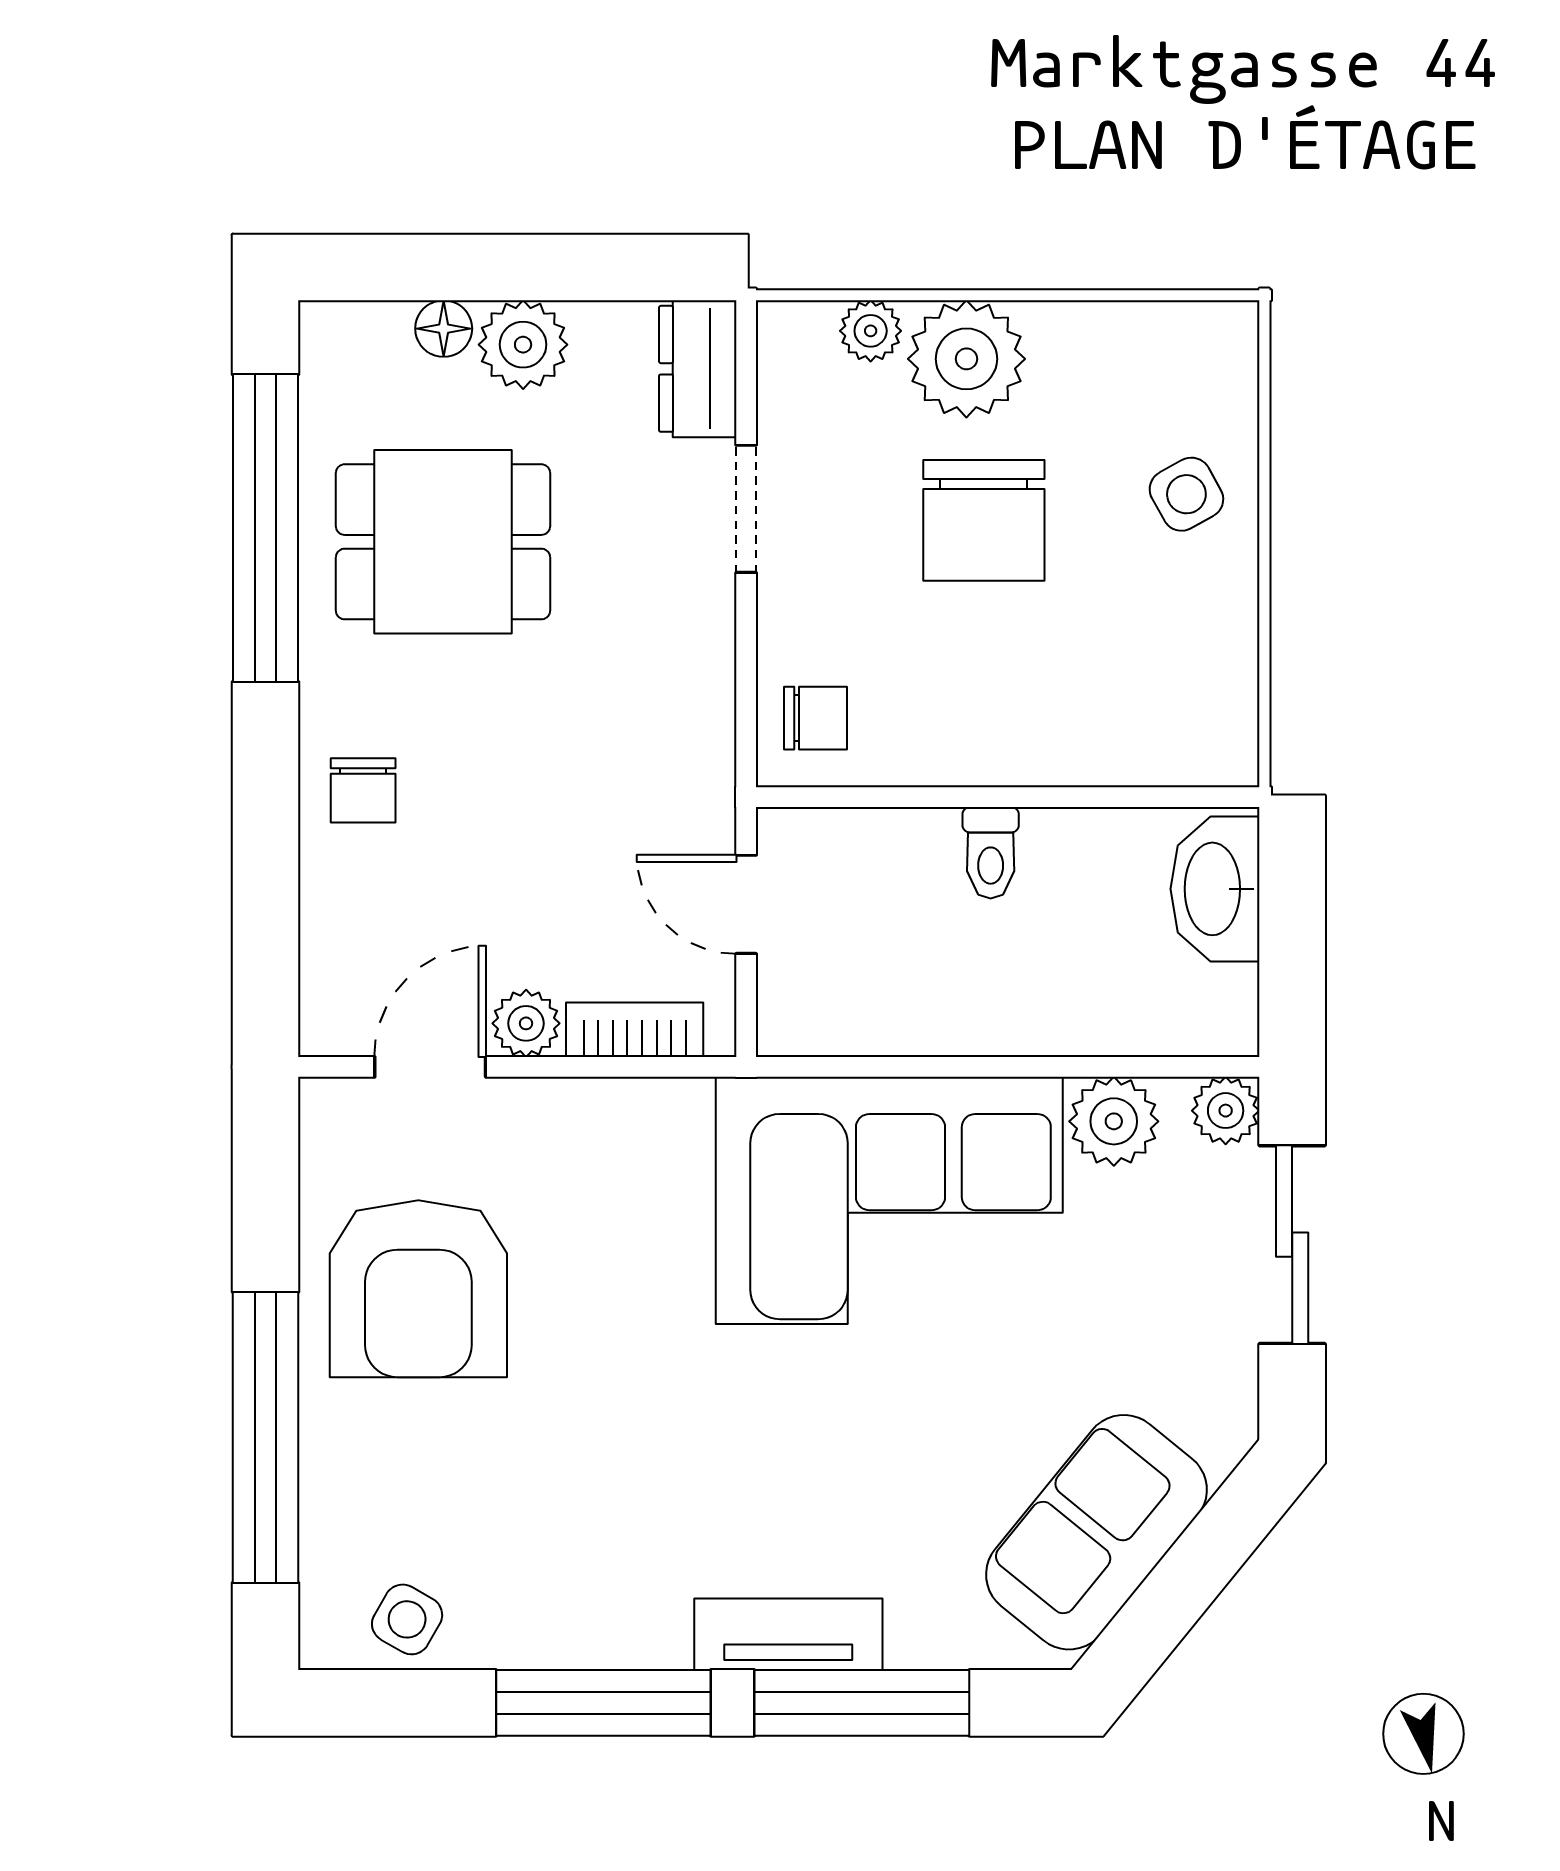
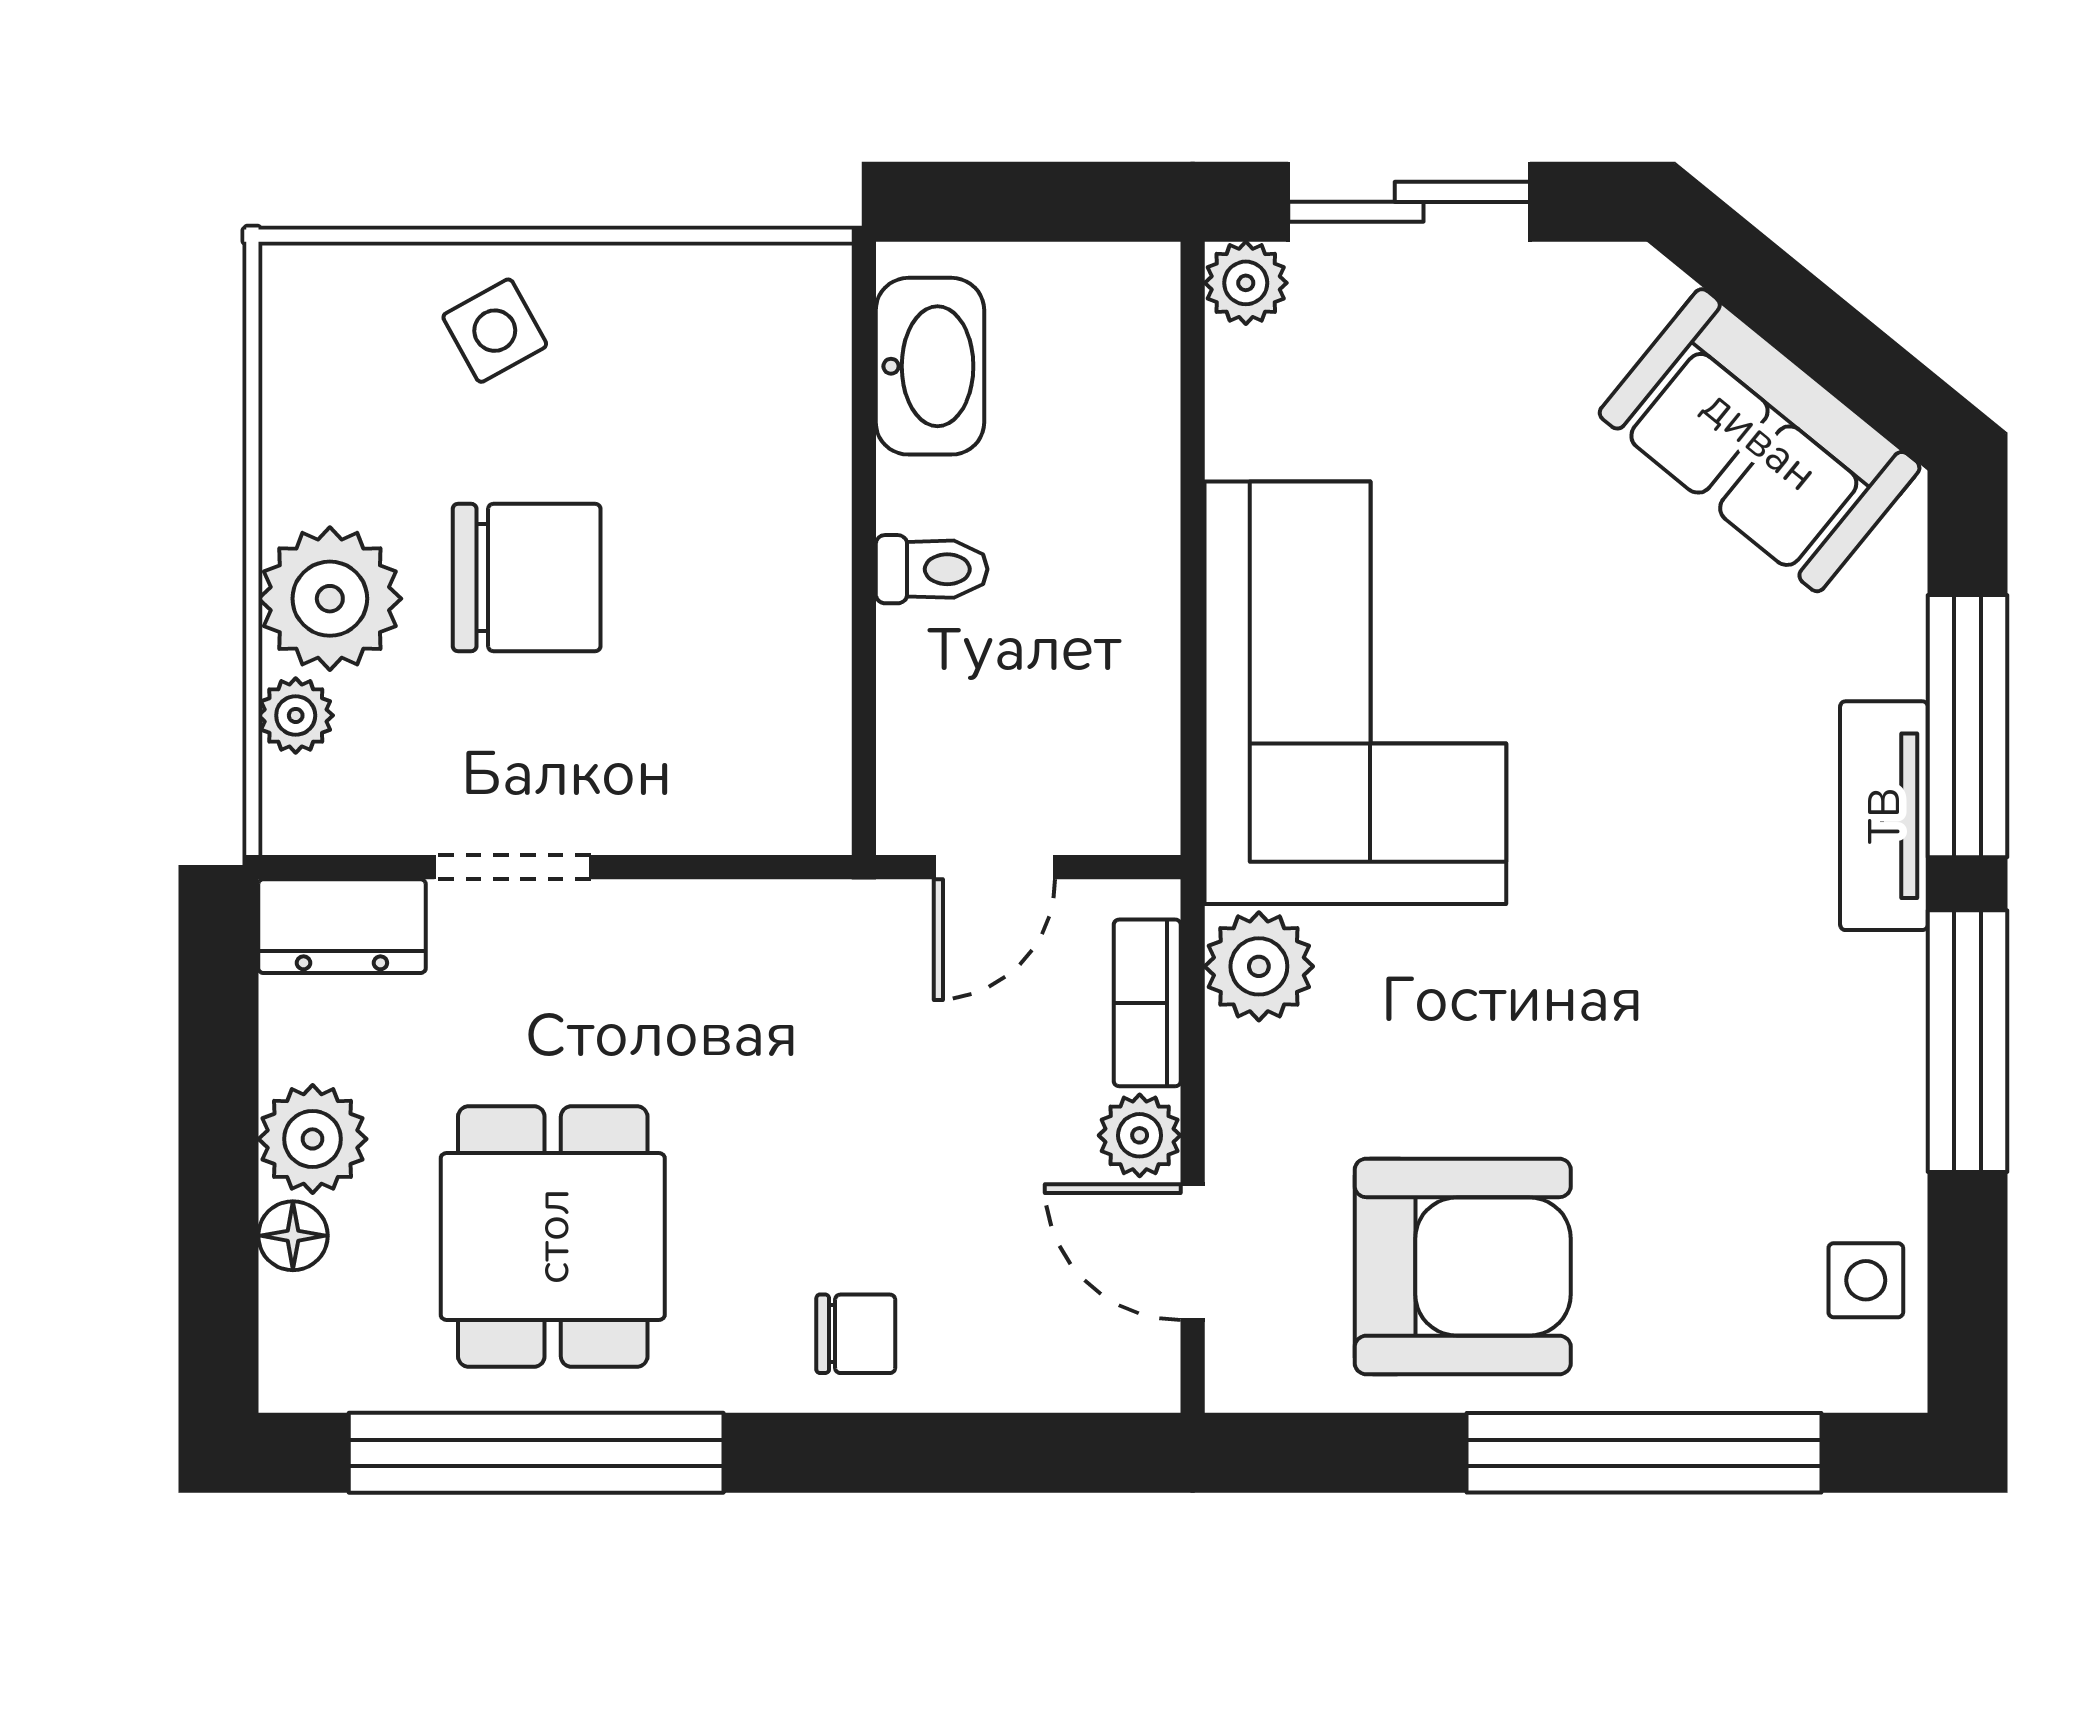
chair: (816, 718) -> (768, 783), removed
washbasin: (1215, 889) -> (930, 366), moved, turned -90
plant: (1114, 1121) -> (1259, 966), moved
side table: (407, 1619) -> (1866, 1280), turned -30

